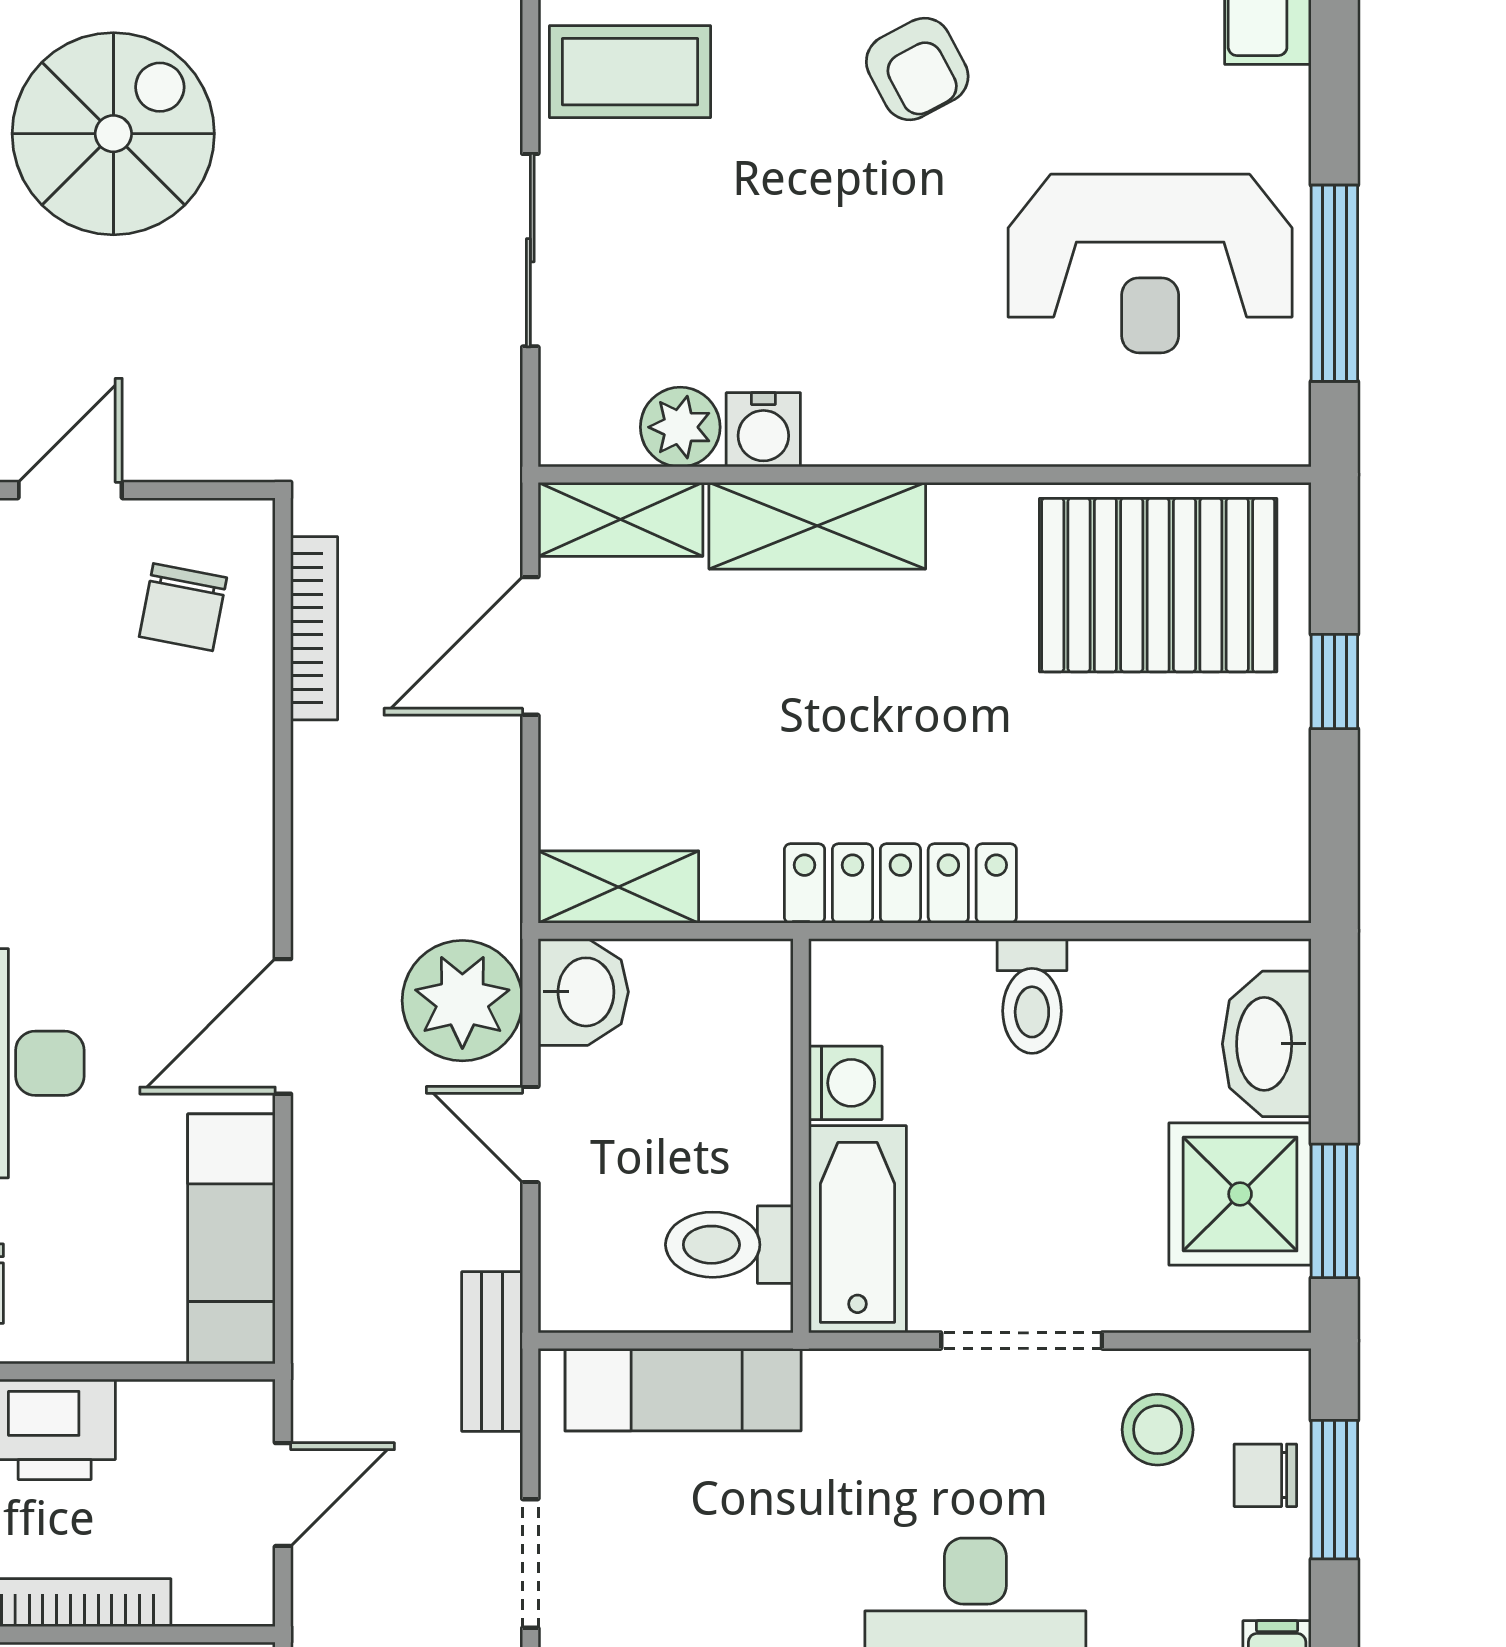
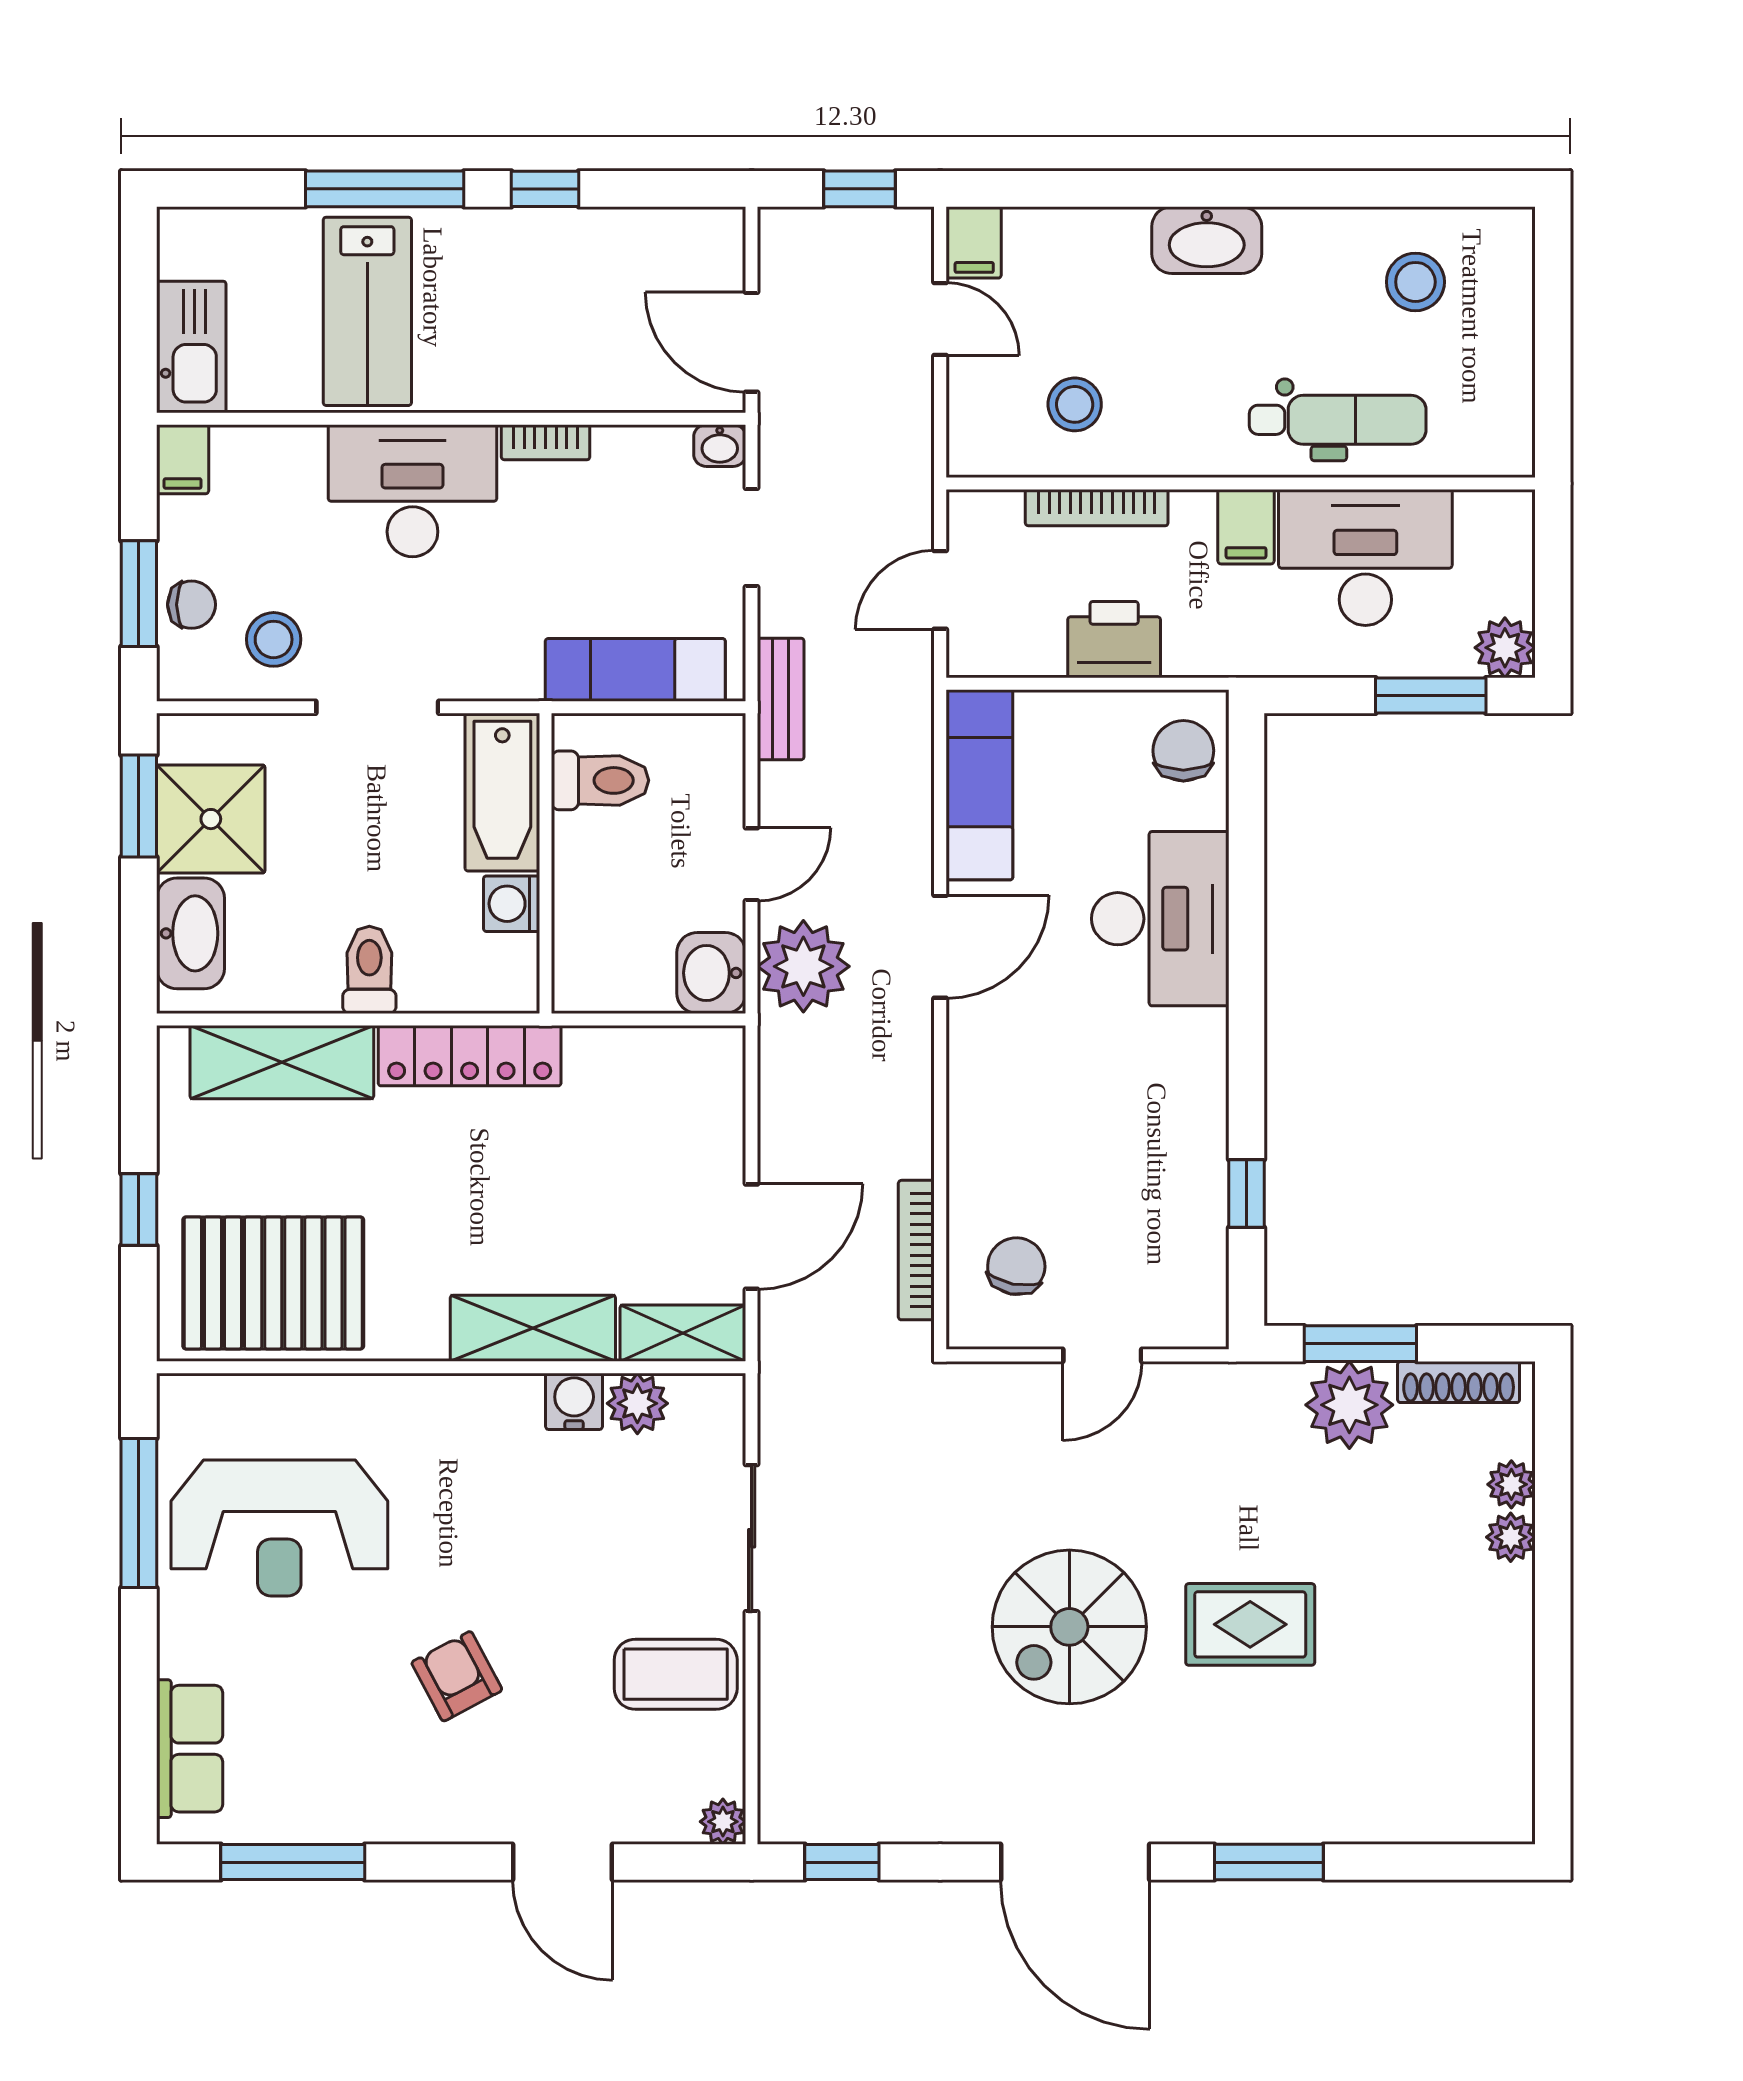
reception desk: (1150, 263) -> (279, 1528), turned 180
shelving: (618, 887) -> (282, 1062), moved, width x1.50, depth x1.33
door: (530, 1135) -> (752, 864), hinge flipped

